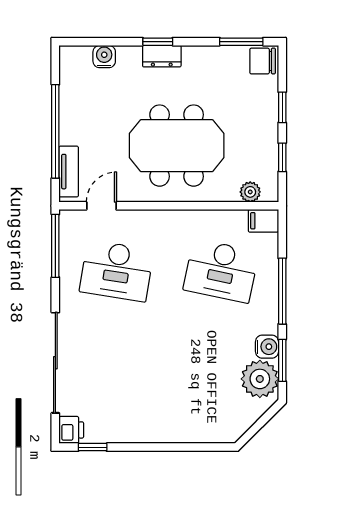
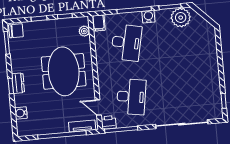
chair: (263, 61) -> (16, 31), turned -90
water cooler: (267, 347) -> (148, 17), moved
printer: (71, 430) -> (109, 122), moved

